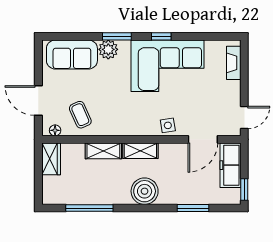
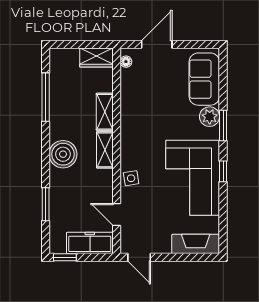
fireplace: (234, 63) -> (196, 244), width x1.37, depth x1.32
coffee table: (80, 115) -> (142, 88), removed
door: (203, 139) -> (117, 214), width x0.73

